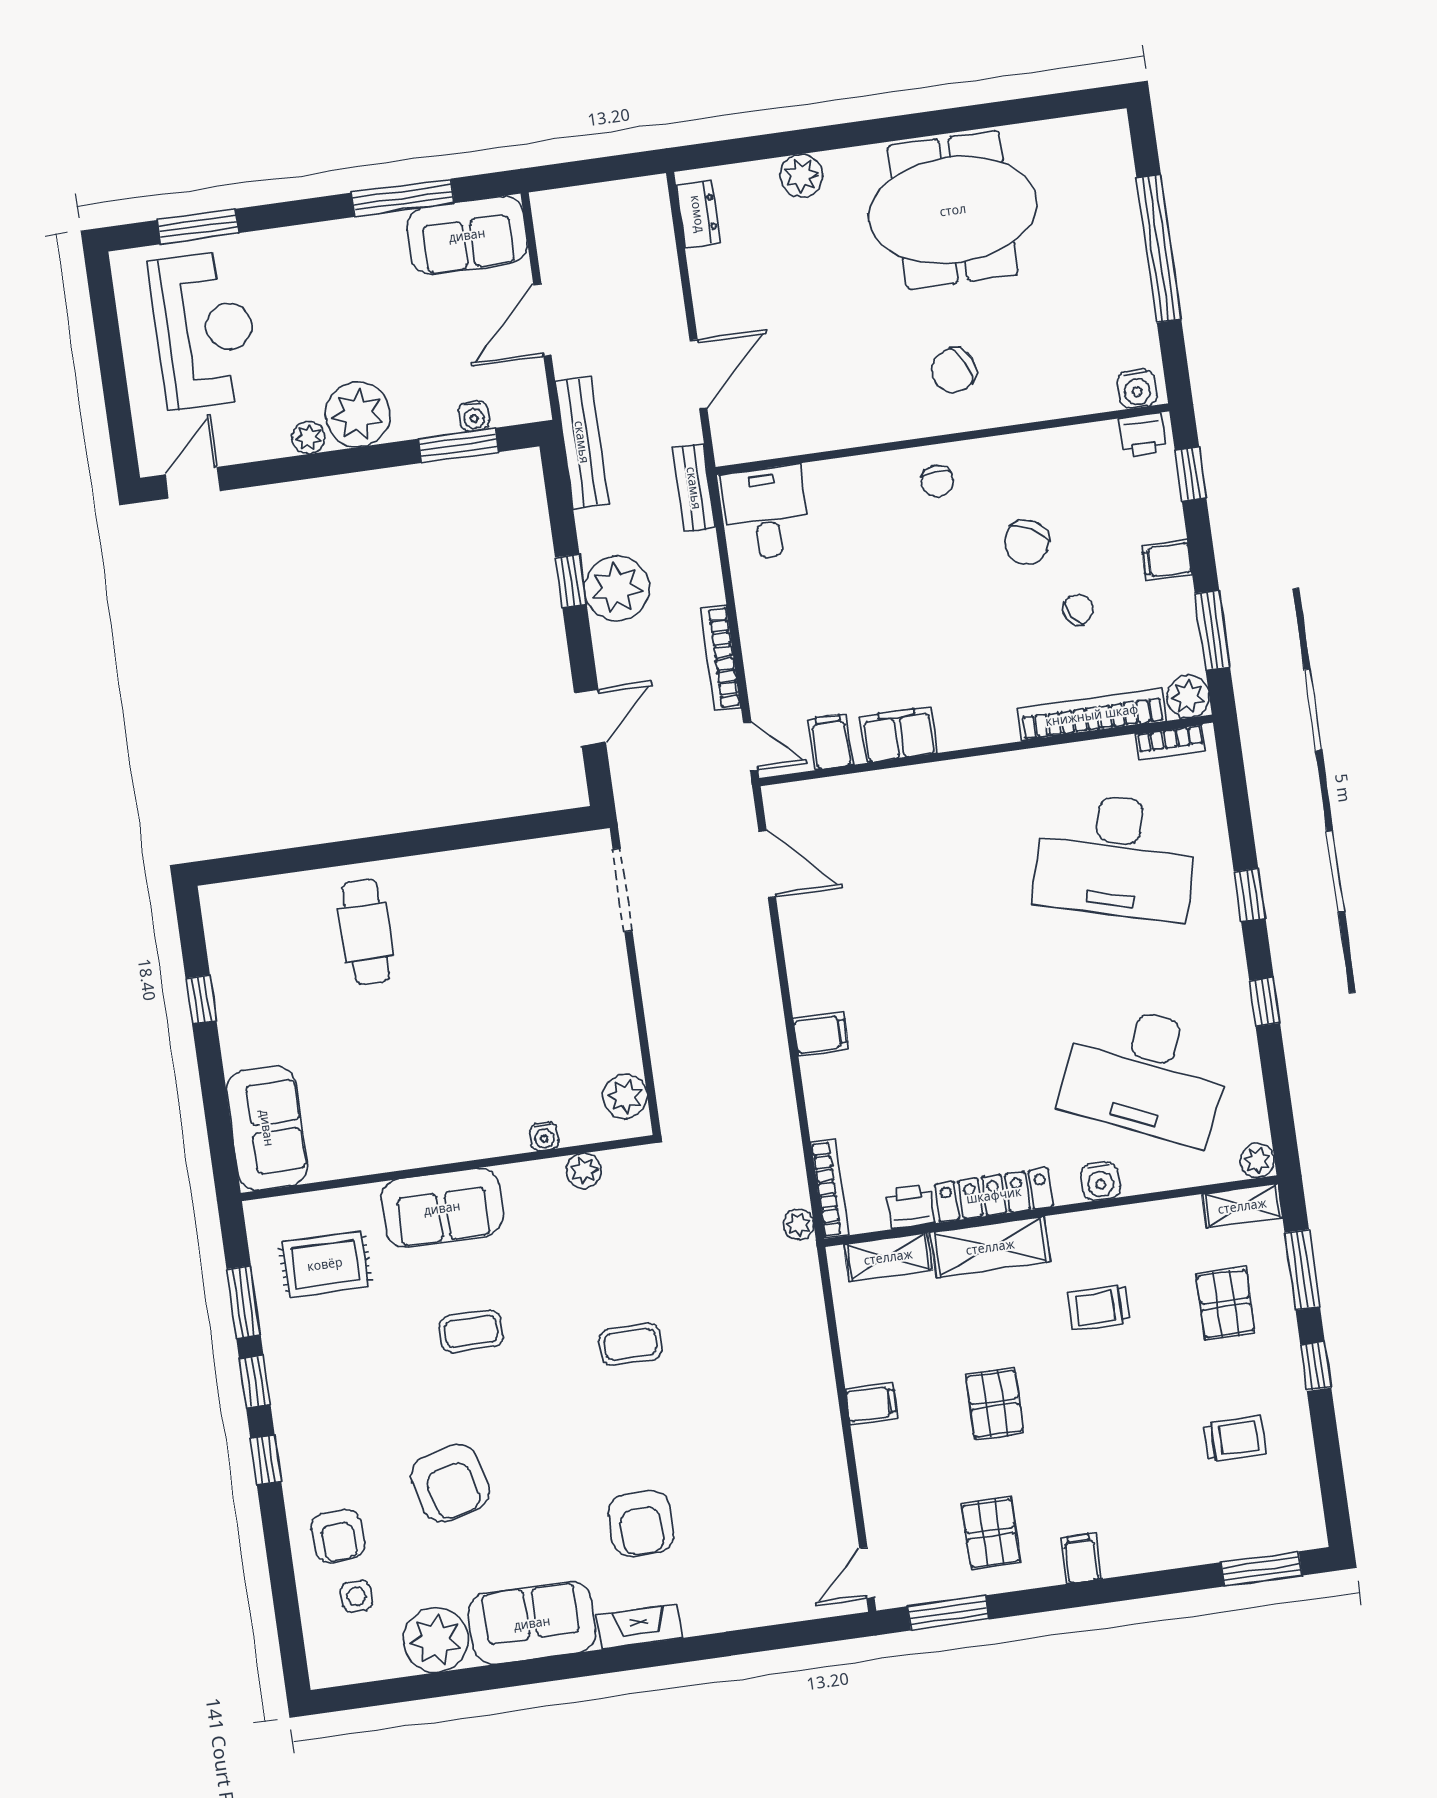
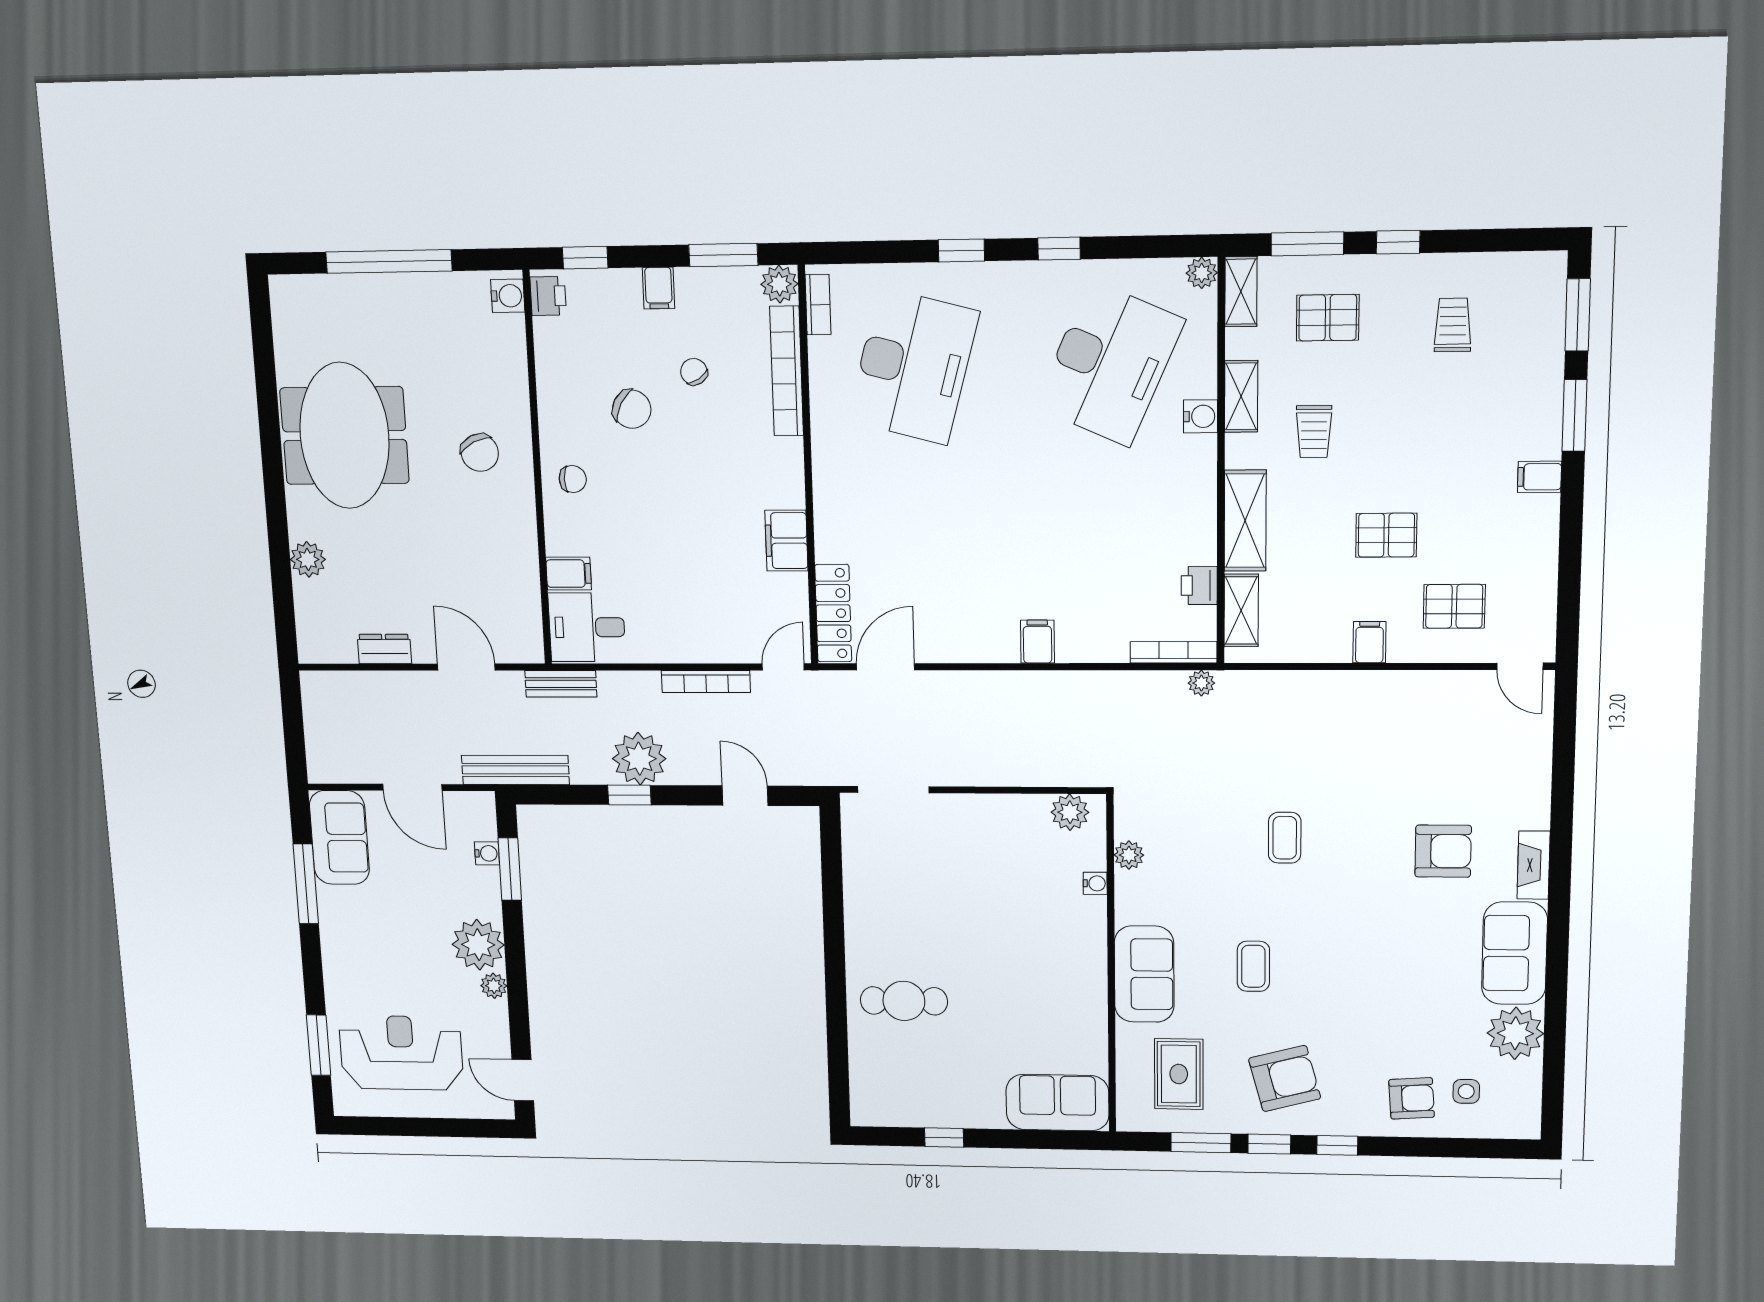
dresser: (698, 214) -> (384, 649), moved
filing cabinet: (831, 742) -> (569, 574), moved, turned 180
locker: (994, 1195) -> (833, 613), moved, turned 180
shelving: (1128, 1222) -> (1241, 396), added
armchair: (450, 1483) -> (1285, 1078), moved
pallet: (991, 1533) -> (1454, 606), moved
window: (948, 1613) -> (1574, 415), moved

